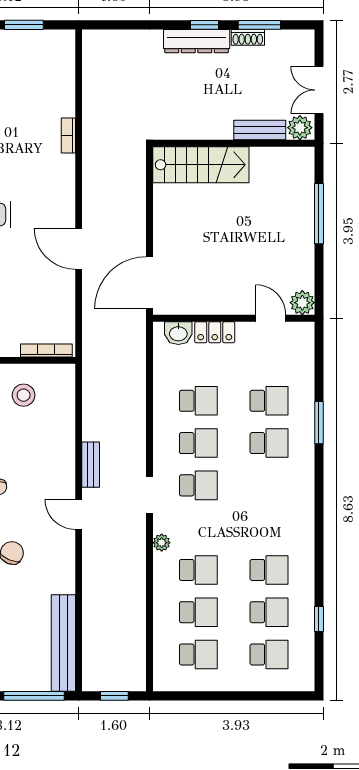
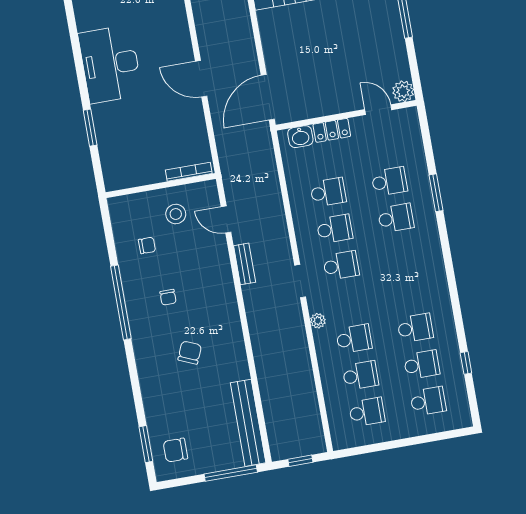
door: (79, 514) -> (226, 219), moved

